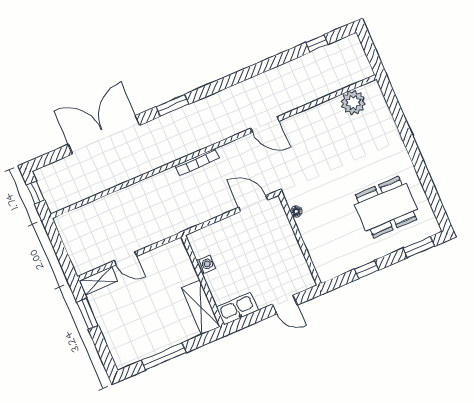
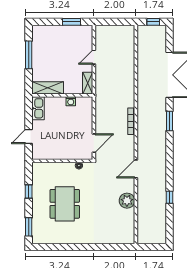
window: (317, 43) -> (169, 197), moved
plant: (353, 103) -> (127, 201), moved
dining table: (386, 207) -> (65, 204), moved
shelving: (98, 281) -> (88, 83), moved

